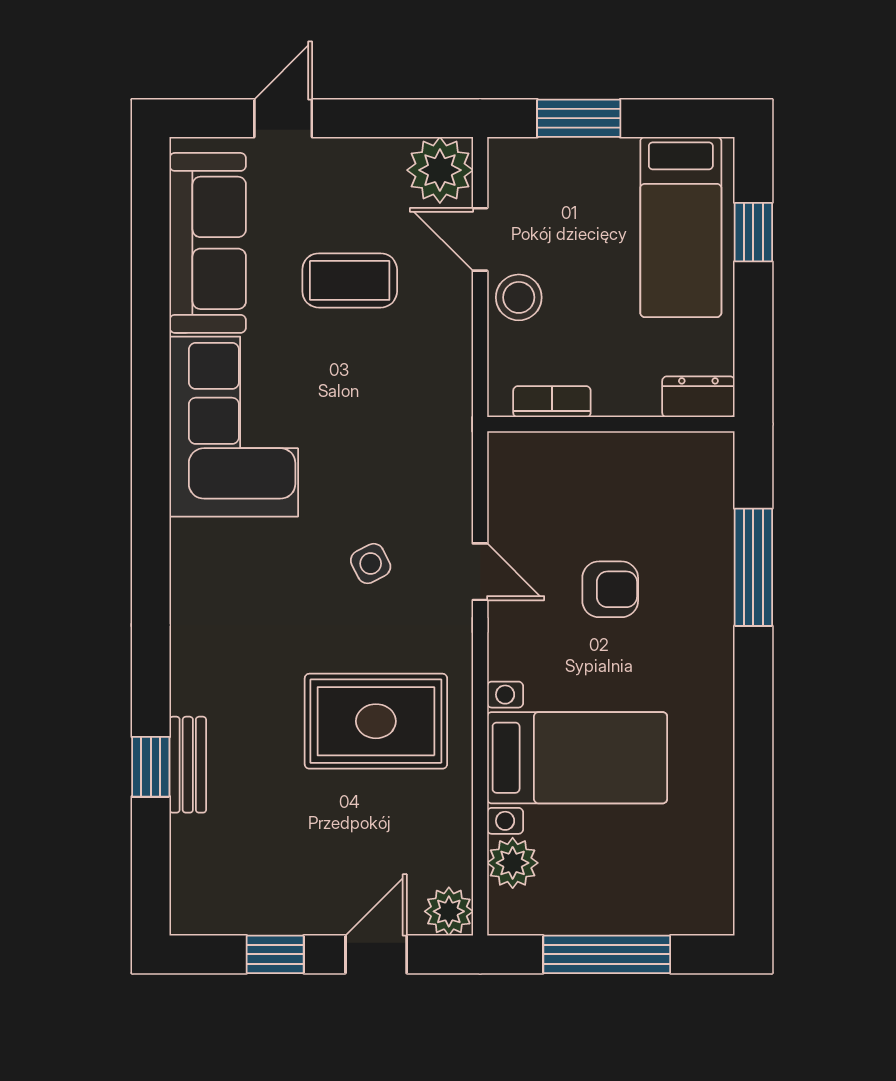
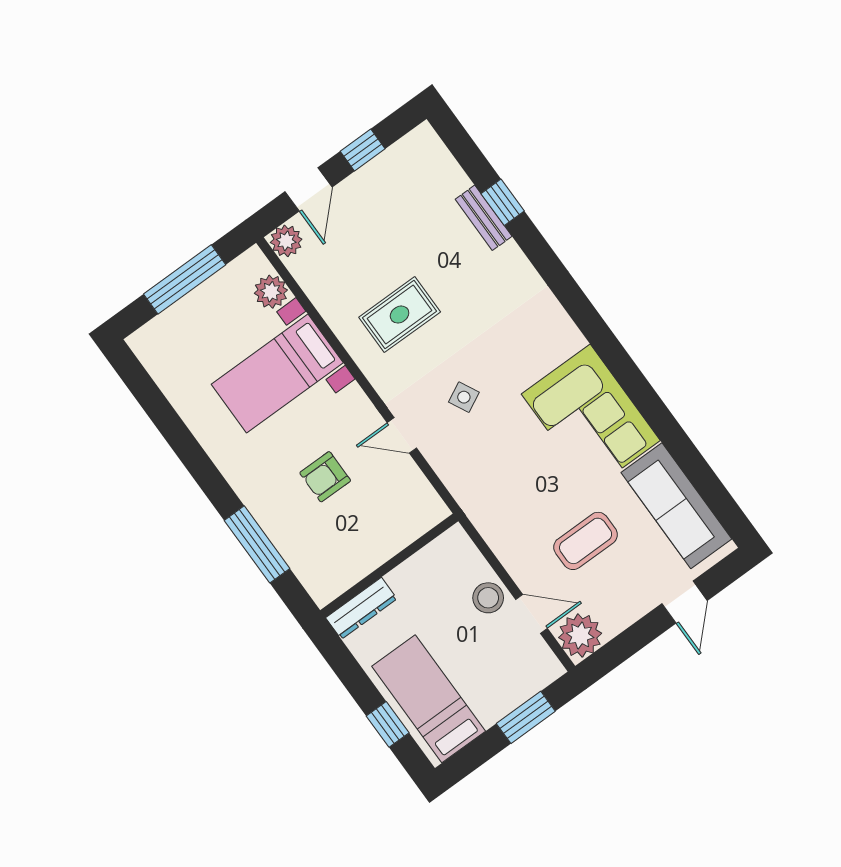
dresser: (698, 397) -> (361, 608), width x1.44
bookcase: (552, 402) -> (430, 555), removed
rug: (376, 721) -> (400, 315), width x0.73, depth x0.70

